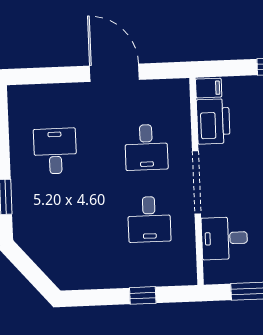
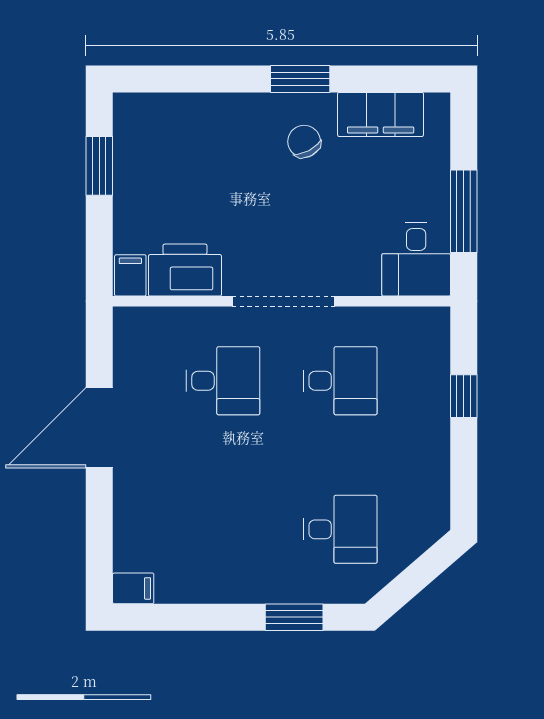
filing cabinet: (17, 97) -> (133, 588), added
desk: (55, 151) -> (340, 529), moved, turned 180
desk: (224, 238) -> (416, 259), moved

